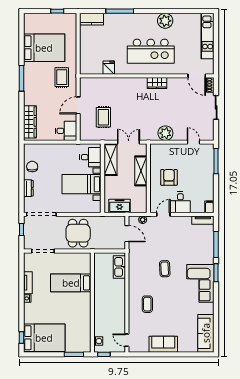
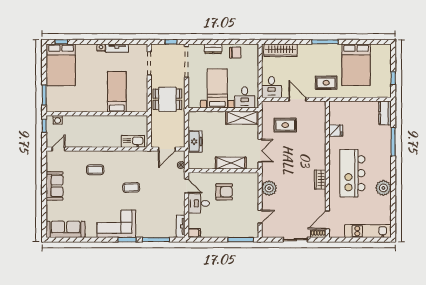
desk: (90, 157) -> (245, 97), moved
shelving: (110, 160) -> (242, 118), moved
wall: (102, 178) -> (223, 110), moved
bed with nightstands: (82, 184) -> (217, 88), moved

